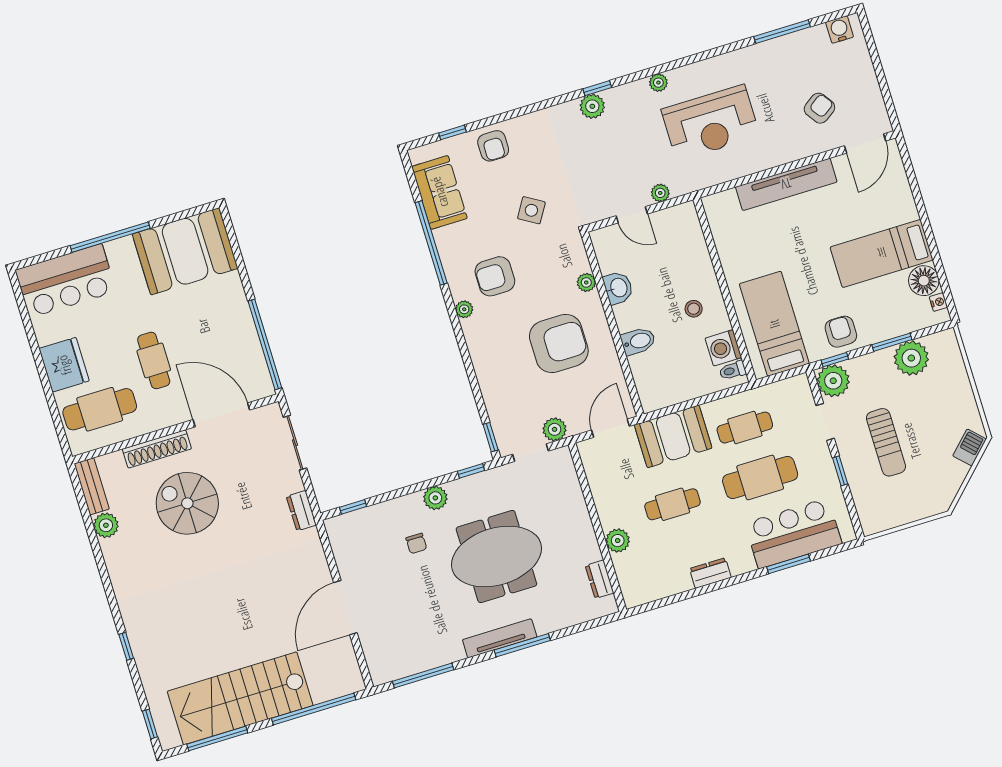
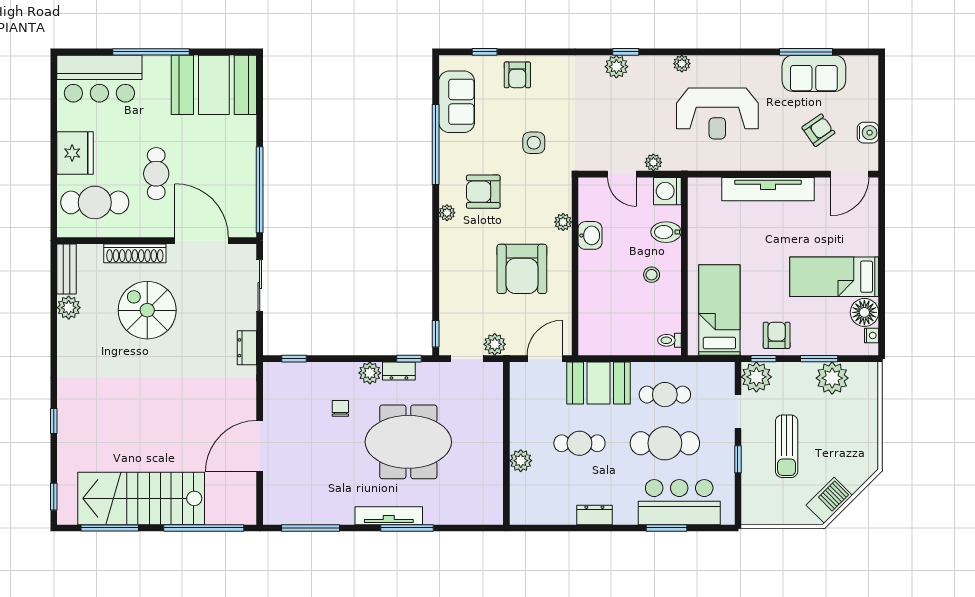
water cooler: (840, 30) -> (868, 133), moved, turned 90
sofa: (797, 51) -> (814, 73), added
side table: (531, 210) -> (534, 143), turned -31
bidet: (638, 341) -> (666, 232), moved, turned 180
armchair: (559, 343) -> (522, 269), turned 90
washing machine: (723, 348) -> (667, 191), moved
barbecue: (970, 447) -> (829, 500), moved, width x1.38, depth x1.27
chair: (416, 543) -> (340, 408), turned 180
dresser: (600, 579) -> (399, 371), moved, turned -90

